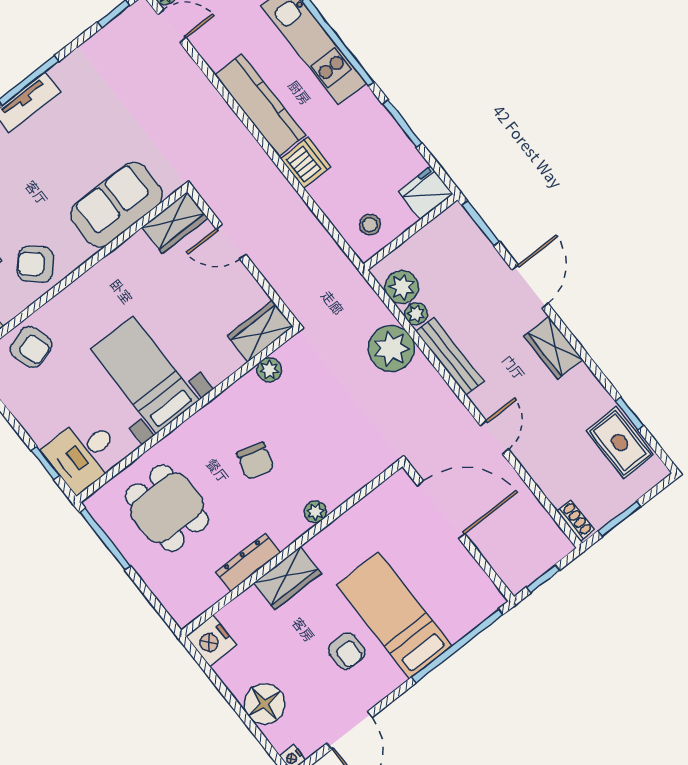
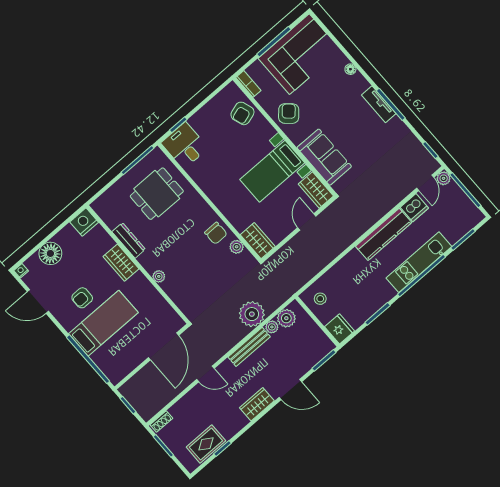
dishwasher: (306, 162) -> (414, 208), moved
bed with nightstands: (145, 375) -> (272, 171), moved, turned 180
chair: (255, 461) -> (216, 233), moved, turned -107

